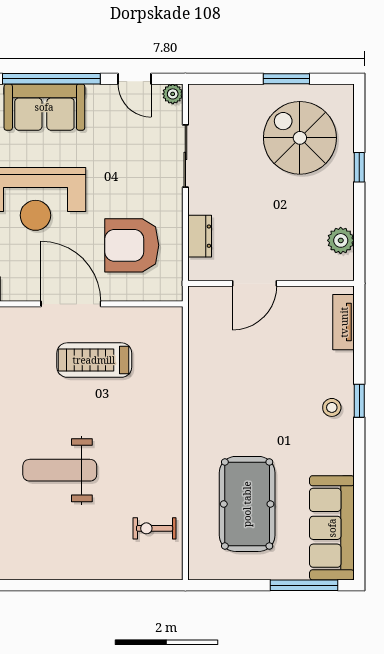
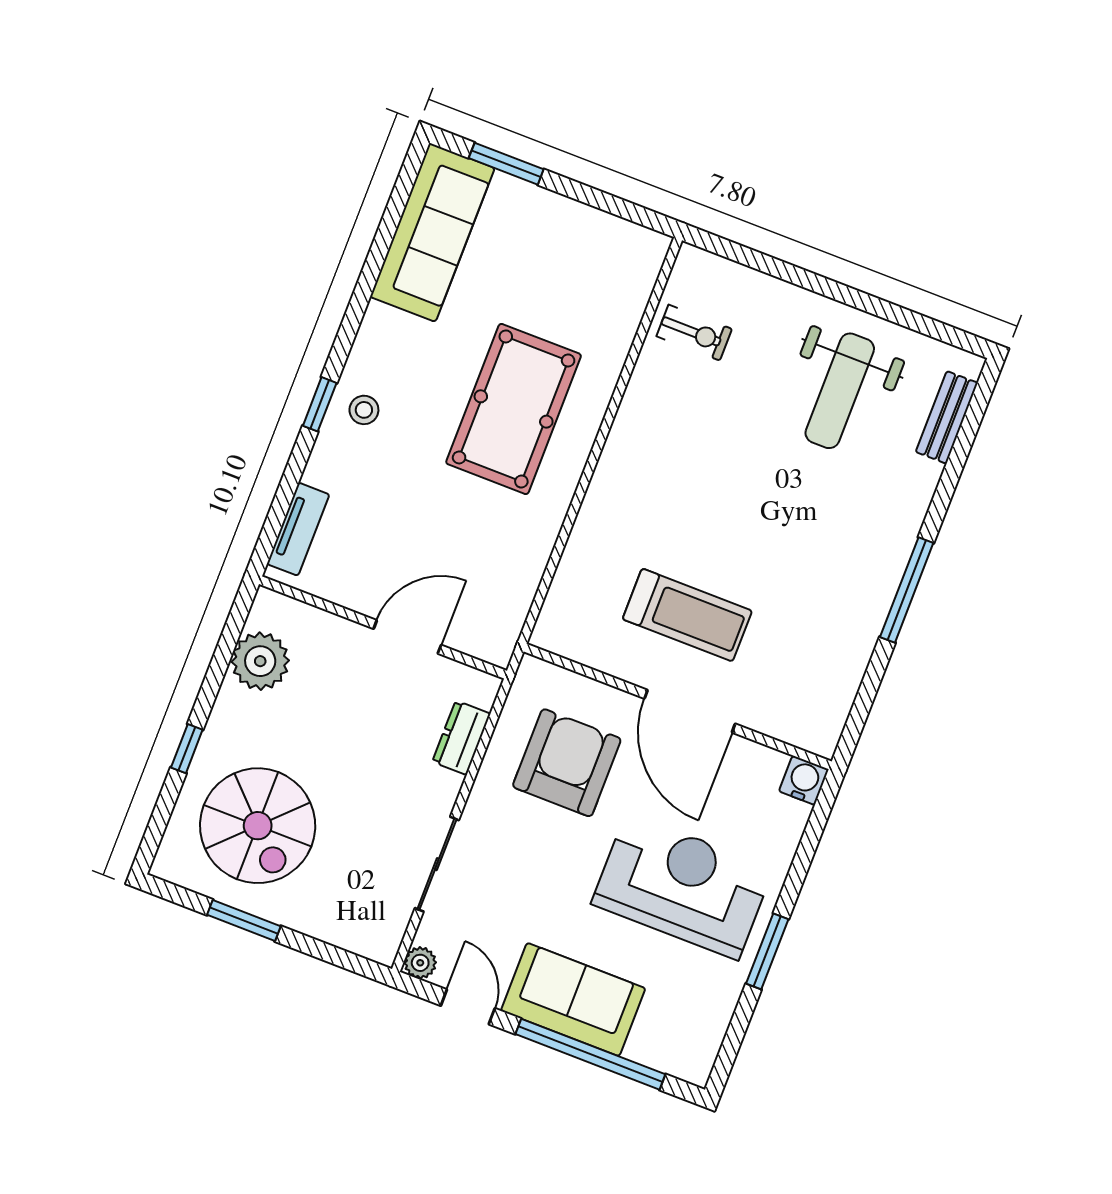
sofa: (44, 107) -> (573, 999), moved
plant: (341, 240) -> (260, 661), width x1.36, depth x1.36
armchair: (132, 245) -> (567, 763), turned -90
weight bench: (60, 470) -> (840, 391), moved, turned 90
pool table: (247, 504) -> (514, 409), moved
window: (304, 585) -> (506, 164), width x0.69

